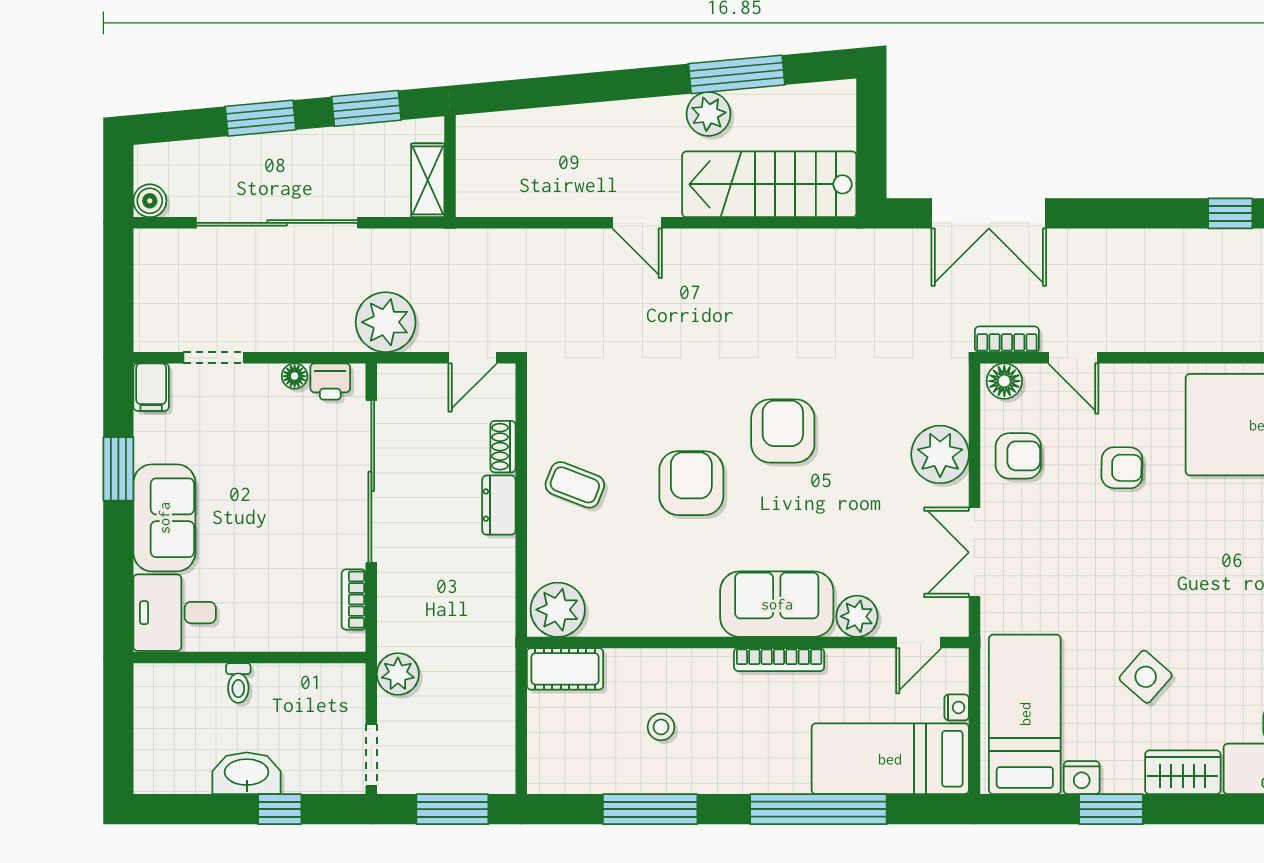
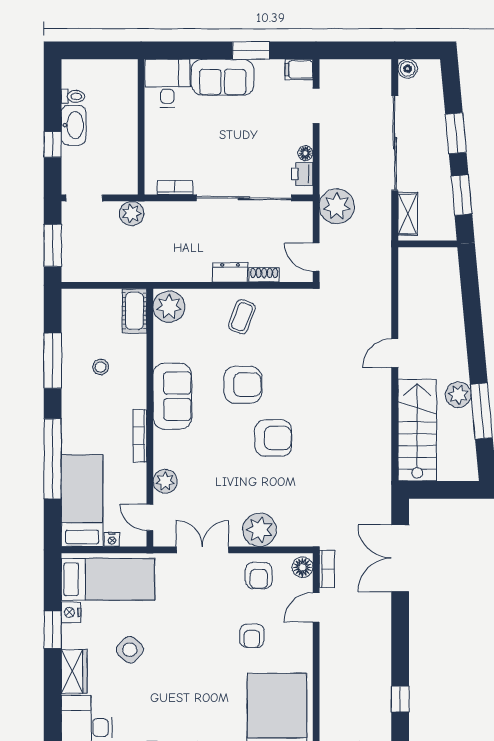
shelving: (428, 180) -> (408, 214), moved, turned 90
sofa: (777, 604) -> (172, 396), moved
toilet: (238, 683) -> (73, 96), moved, turned 180

